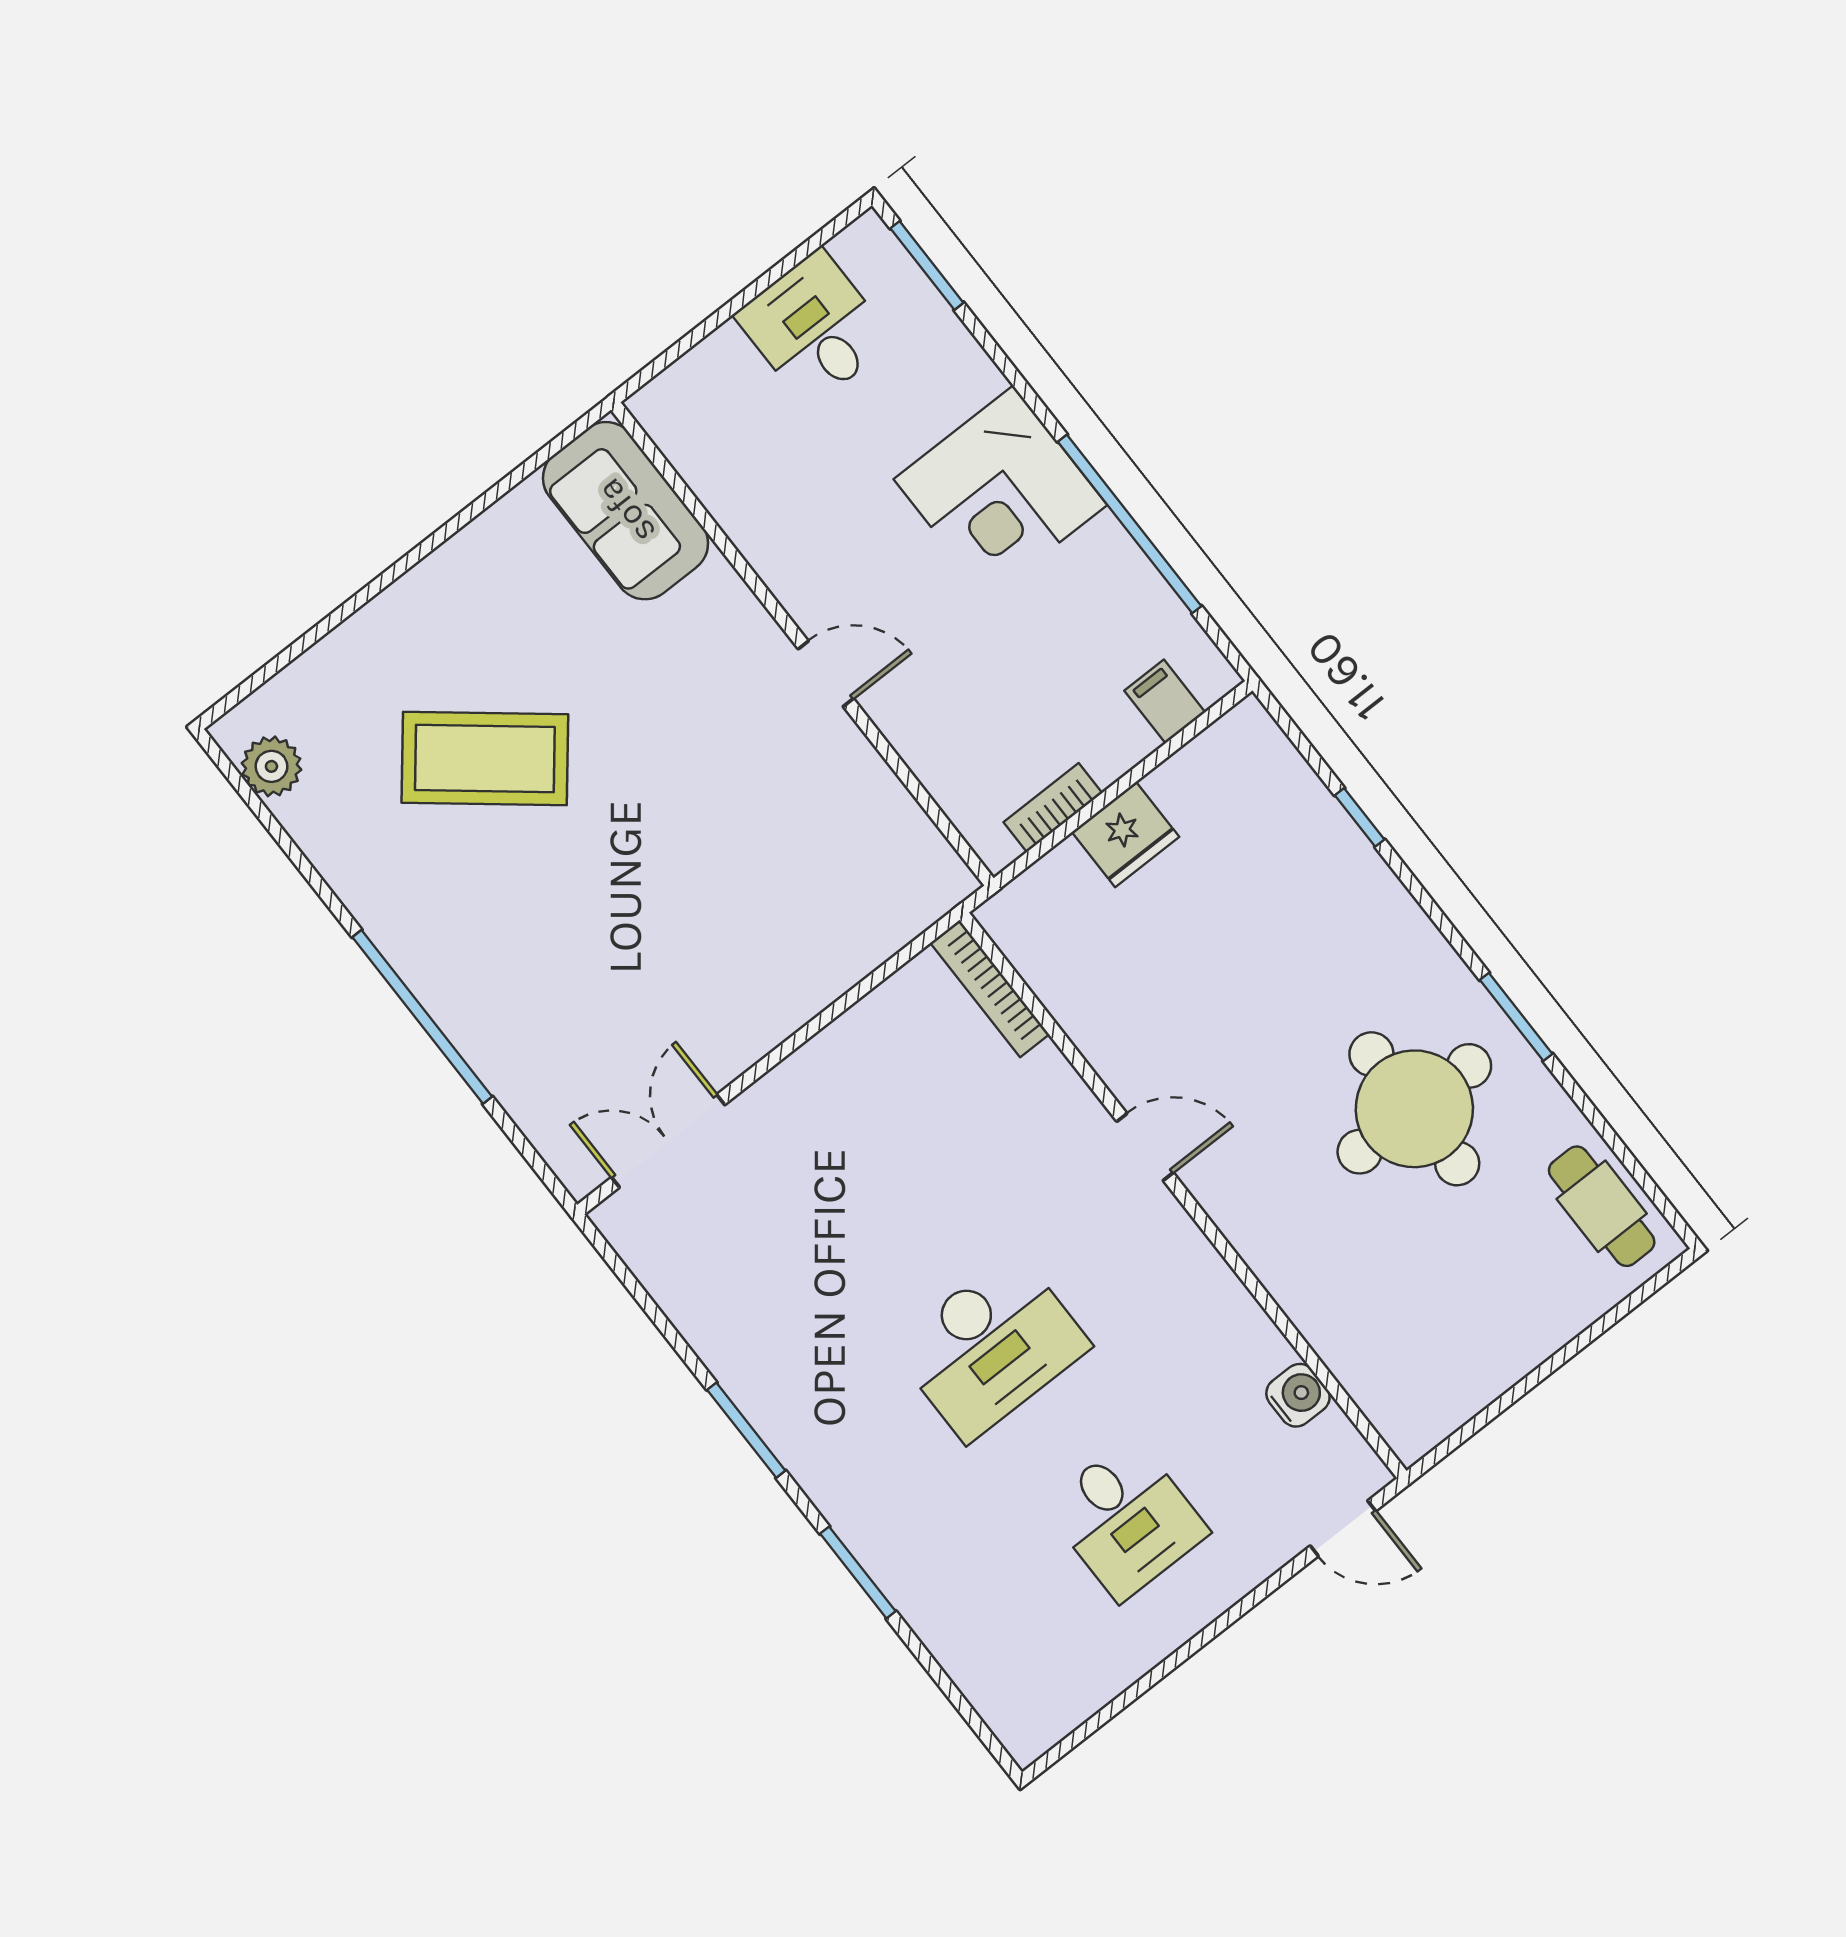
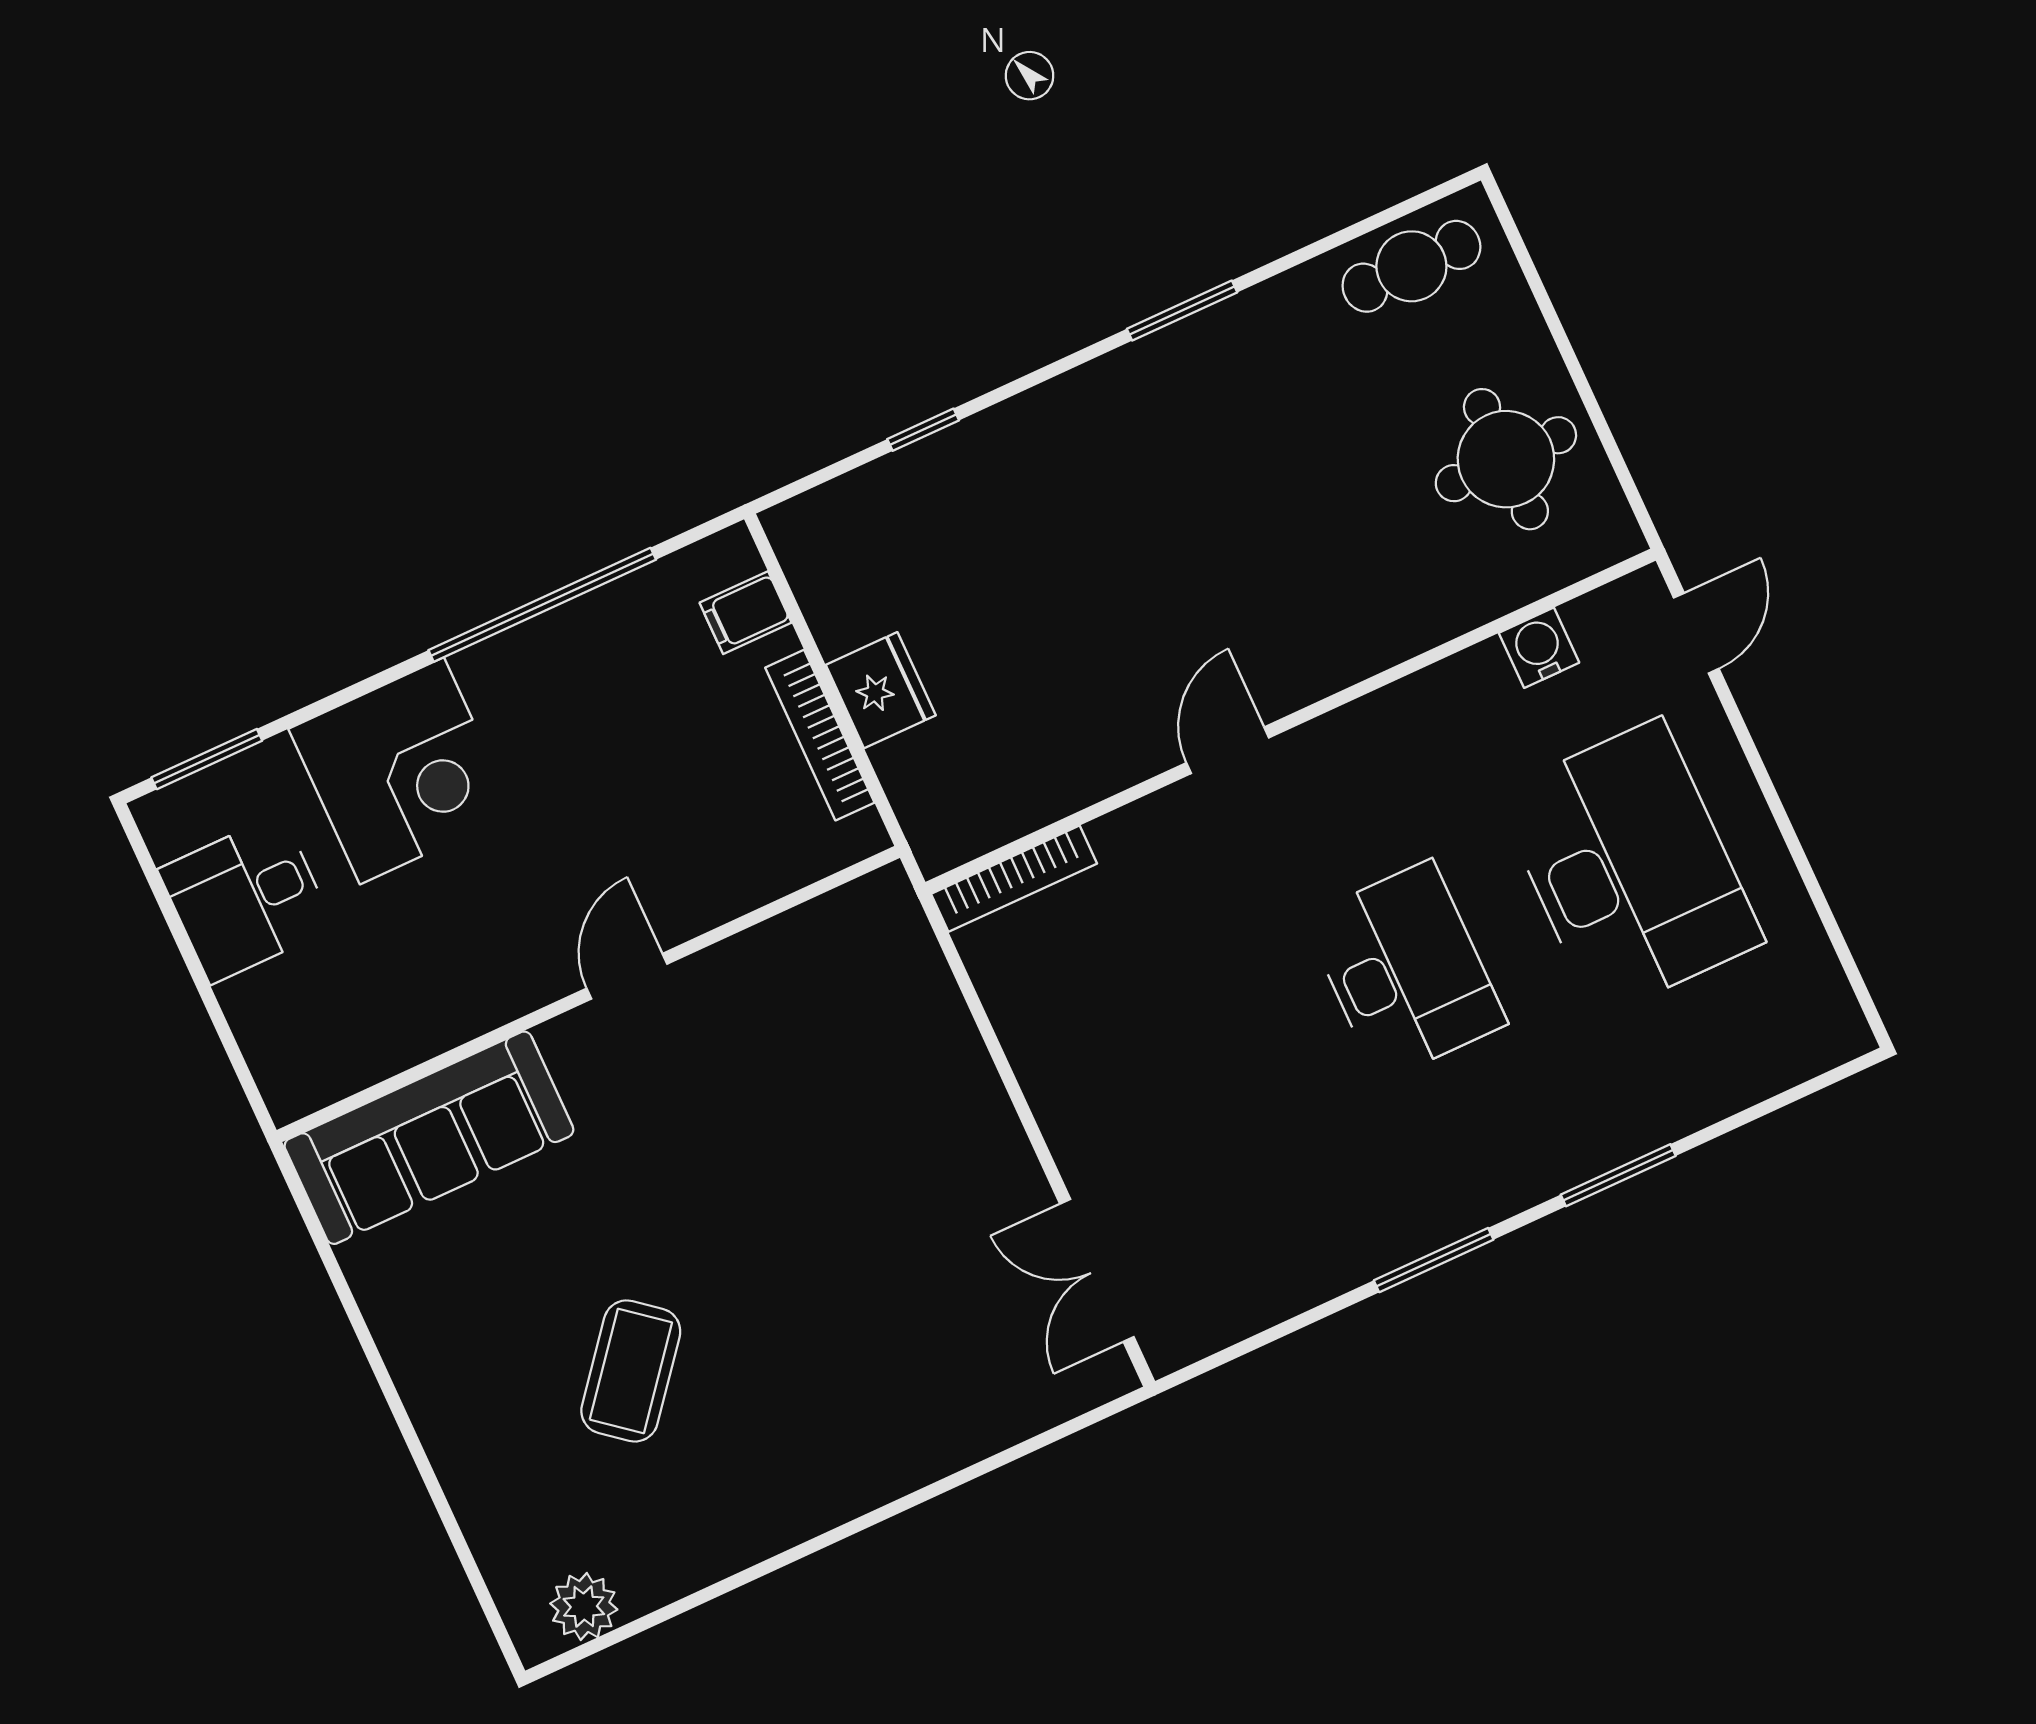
corner desk: (1000, 492) -> (402, 771), moved
sofa: (626, 511) -> (429, 1138), width x1.36
coffee table: (485, 758) -> (631, 1371), width x0.73, depth x0.76
bookcase: (1053, 808) -> (820, 735), width x1.56
window: (422, 1017) -> (897, 1507), removed
round table: (1414, 1109) -> (1506, 459), moved, width x0.73, depth x0.73
desk: (1126, 1519) -> (1629, 868), width x1.87, depth x1.30

